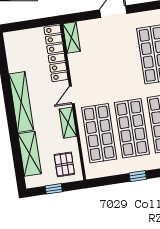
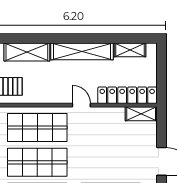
shelving: (68, 123) -> (130, 50), moved

